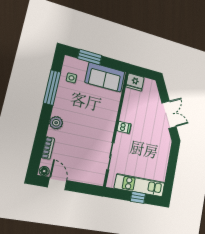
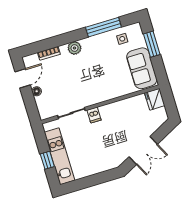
dishwasher: (124, 127) -> (94, 115), moved
floor lamp: (44, 171) -> (37, 91), moved

